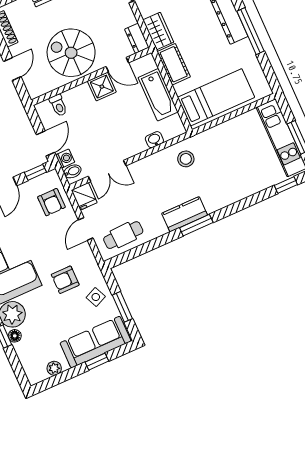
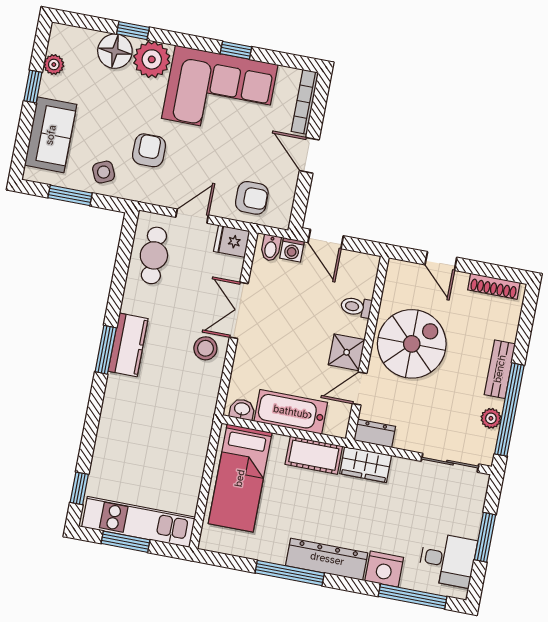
toilet: (58, 105) -> (356, 307), moved
washbasin: (154, 140) -> (242, 409), moved, turned -90
stool: (186, 159) -> (205, 348), moved
double door: (107, 171) -> (239, 310), moved
window: (35, 172) -> (300, 203), removed
armchair: (51, 202) -> (252, 198), turned 180
door: (86, 229) -> (192, 216), hinge flipped
floor lamp: (15, 336) -> (115, 51), width x1.89, depth x1.89
sofa: (96, 342) -> (51, 135), width x0.73
window: (97, 362) -> (33, 86), moved

